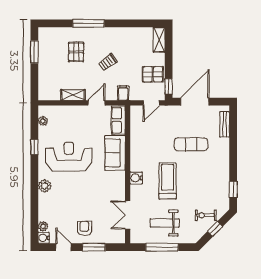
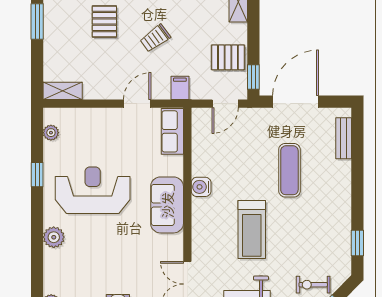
shelving: (73, 95) -> (63, 91), moved
exercise mat: (191, 144) -> (289, 170), turned 90
sofa: (115, 153) -> (167, 205), moved
water cooler: (136, 178) -> (201, 187), moved
treadmill: (168, 181) -> (252, 229), turned 180

